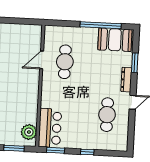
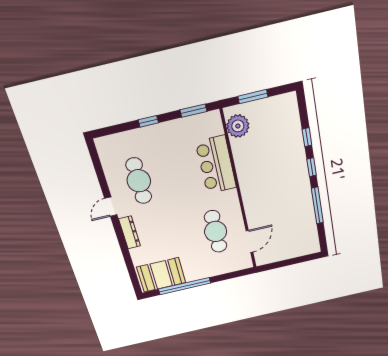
door: (42, 60) -> (249, 242), moved
window: (135, 63) -> (127, 256), removed
bar counter: (50, 128) -> (216, 165), moved

